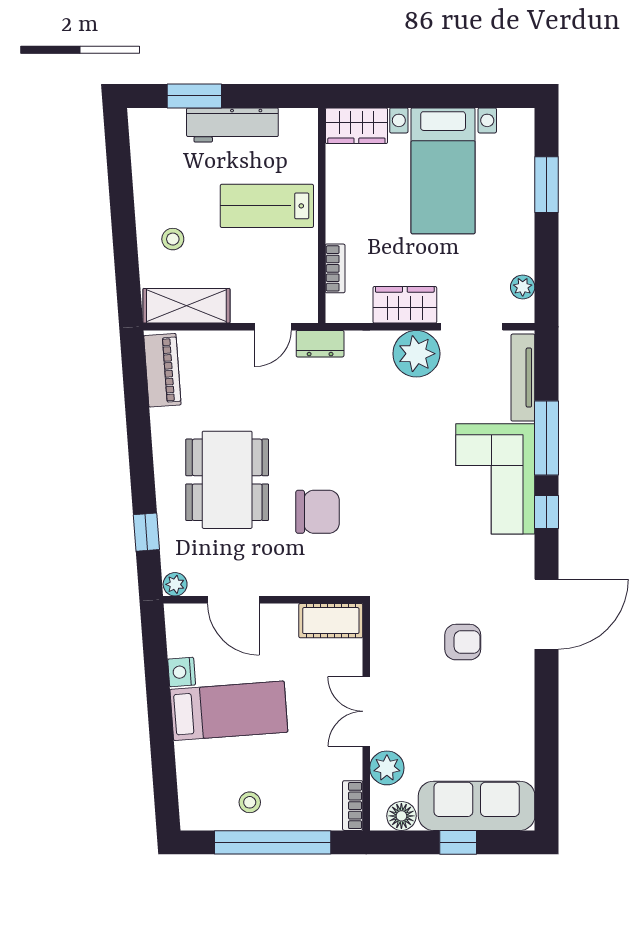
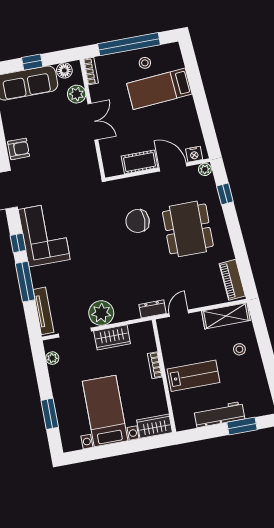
bookcase: (335, 268) -> (155, 365), moved
corner sofa: (495, 479) -> (44, 234), moved
cot: (331, 621) -> (140, 162), moved
armchair: (463, 642) -> (19, 149), moved, turned 180
nightstand: (182, 672) -> (194, 154), moved, turned 94
bed: (229, 711) -> (159, 89), moved

